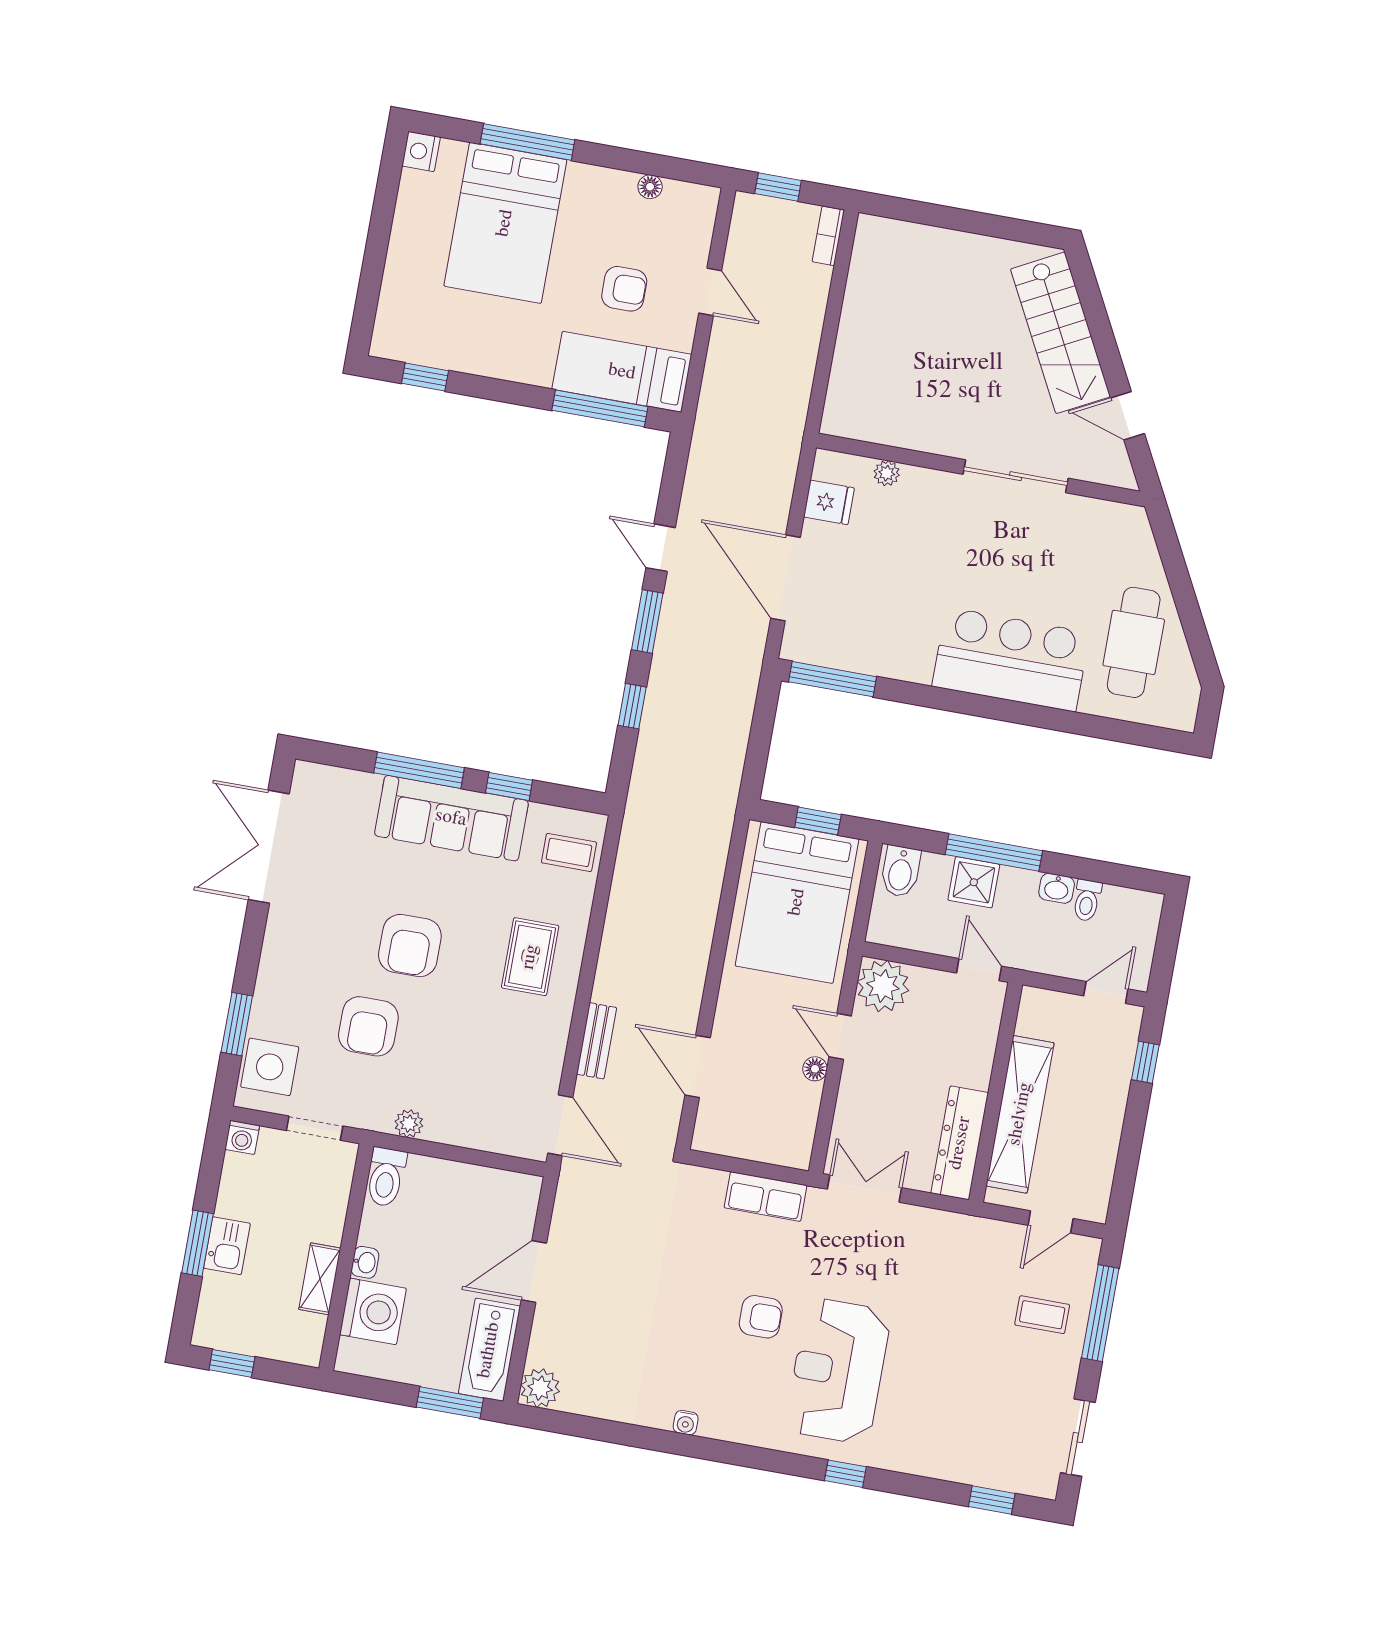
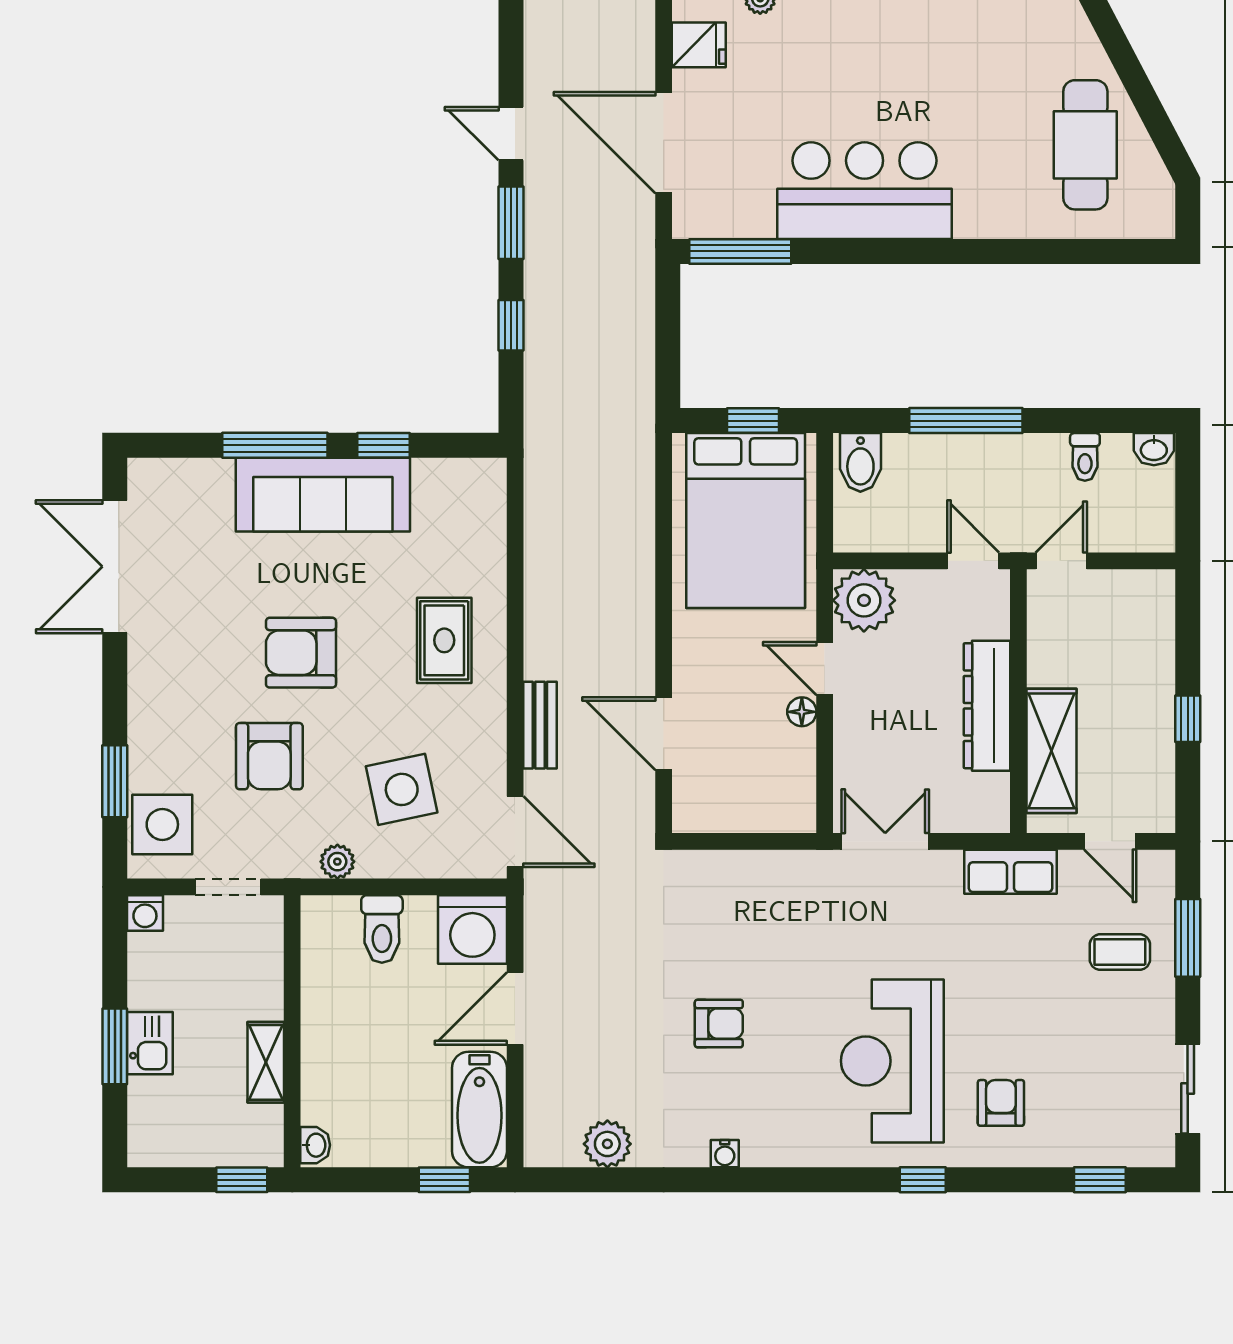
bar counter: (1011, 659) -> (865, 191), moved
coffee table: (569, 852) -> (468, 510), removed
shower: (974, 882) -> (949, 460), removed
washbasin: (1057, 888) -> (1154, 449), moved
armchair: (410, 946) -> (301, 653), turned 90
door: (1106, 992) -> (1061, 561), moved
window: (1145, 1062) -> (1188, 719), moved
side table: (473, 1074) -> (402, 789), added
shelving: (1020, 1114) -> (1052, 751), width x0.68
dresser: (960, 1143) -> (987, 706), moved
toilet: (386, 1177) -> (382, 929), moved
row of seats: (766, 1197) -> (1010, 872), moved
door: (1051, 1222) -> (1110, 841), hinge flipped
washbasin: (365, 1262) -> (315, 1145), moved
washing machine: (373, 1311) -> (472, 929), moved, turned 90
window: (1100, 1313) -> (1188, 938), width x0.69
armchair: (761, 1317) -> (719, 1024), moved
window: (232, 1363) -> (242, 1180), moved
plant: (540, 1388) -> (607, 1144), moved
window: (450, 1403) -> (444, 1180), width x0.67
armchair: (921, 1422) -> (1001, 1103), added

